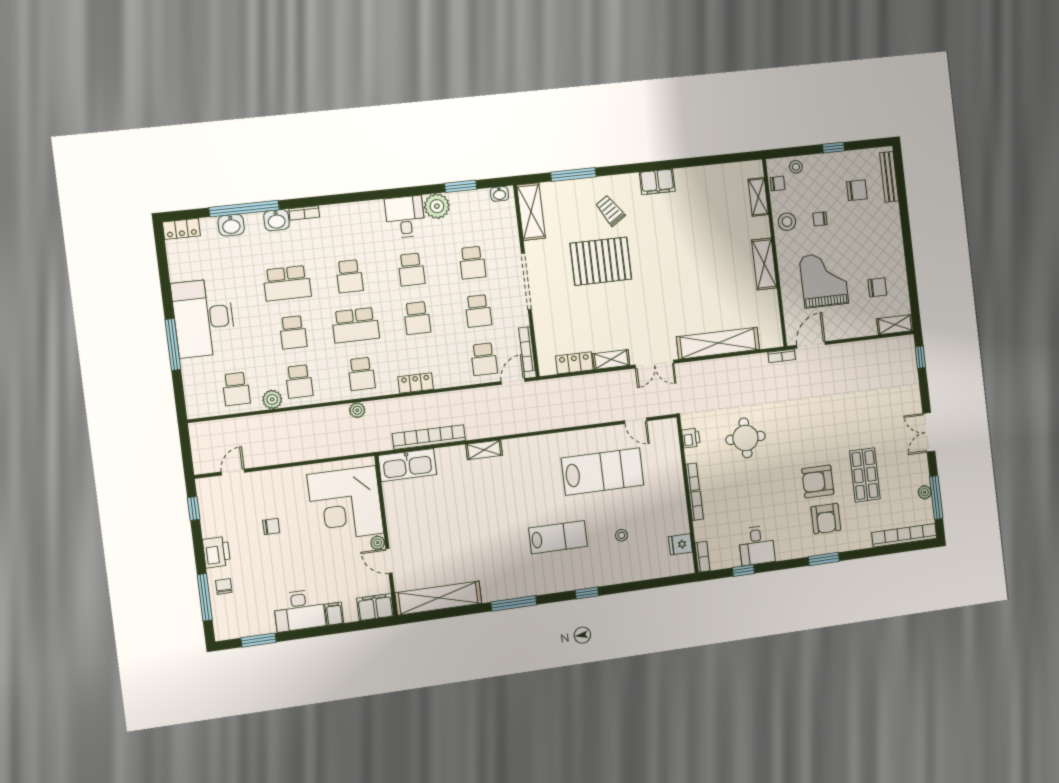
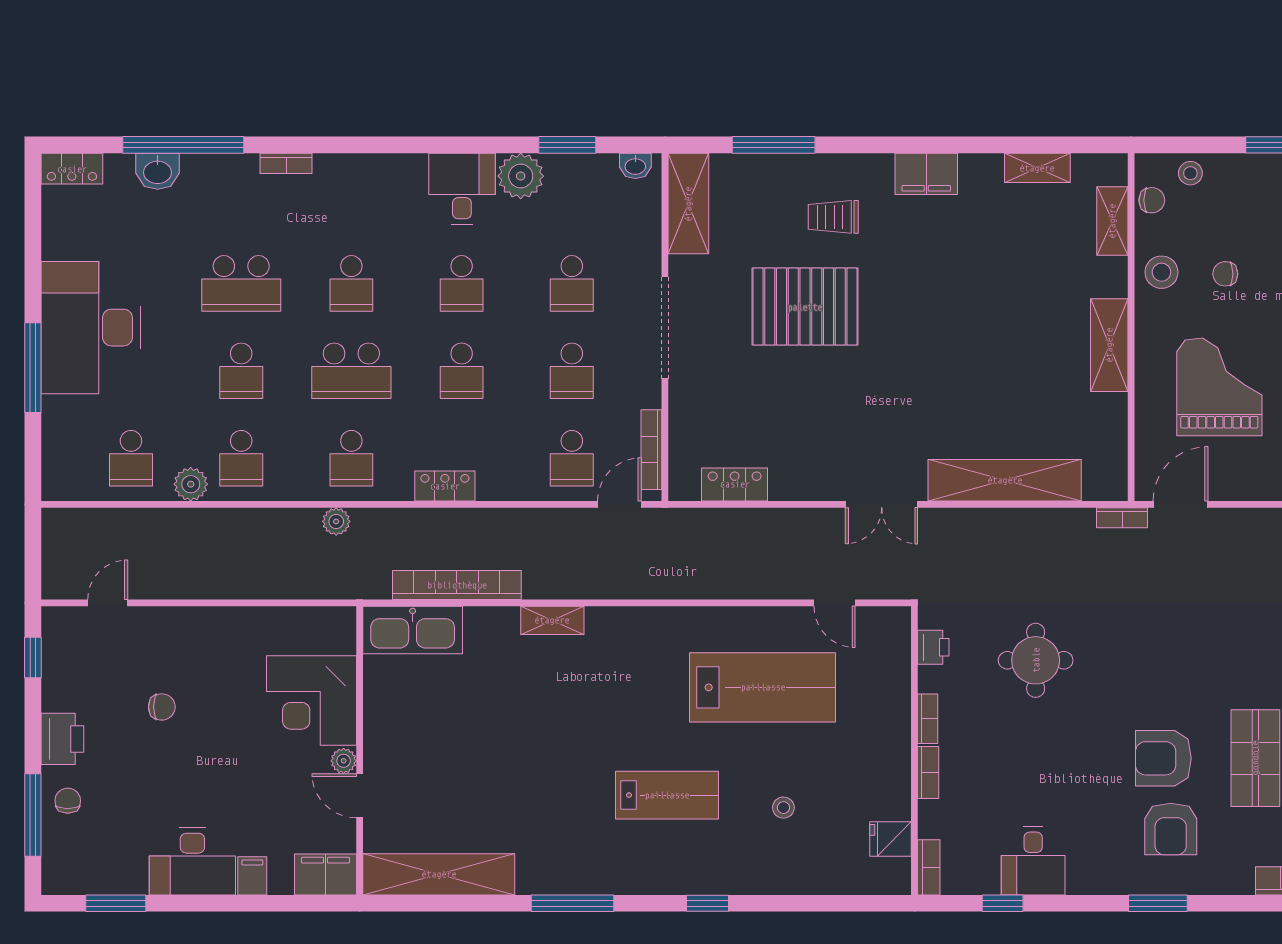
trolley: (610, 211) -> (833, 217), turned -57
washbasin: (276, 220) -> (236, 171), removed
shelving: (611, 359) -> (1037, 168), moved
corner desk: (345, 504) -> (311, 701), width x0.74, depth x0.74

